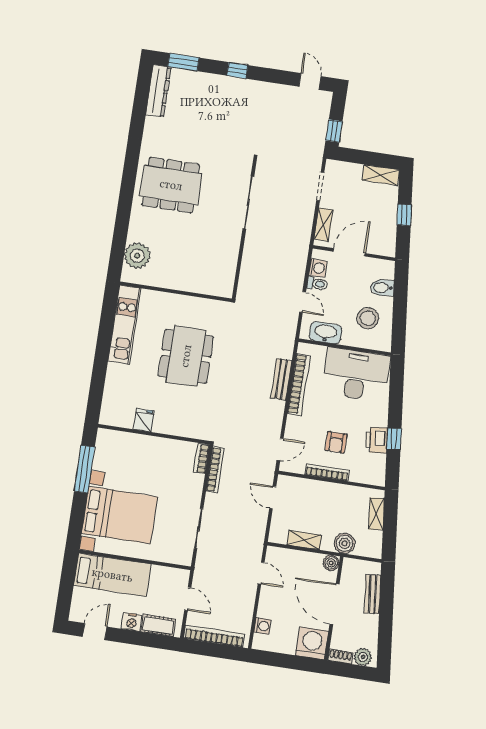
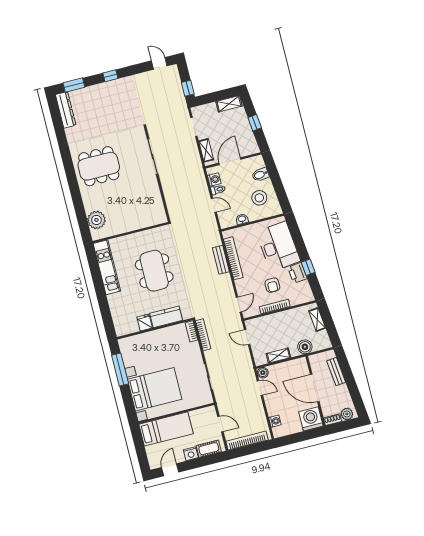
washbasin: (326, 333) -> (242, 219), width x0.52, depth x0.69
desk: (356, 374) -> (278, 247), moved, turned 84
kitchen counter: (176, 425) -> (166, 317), added
boiler: (331, 563) -> (263, 373), moved

